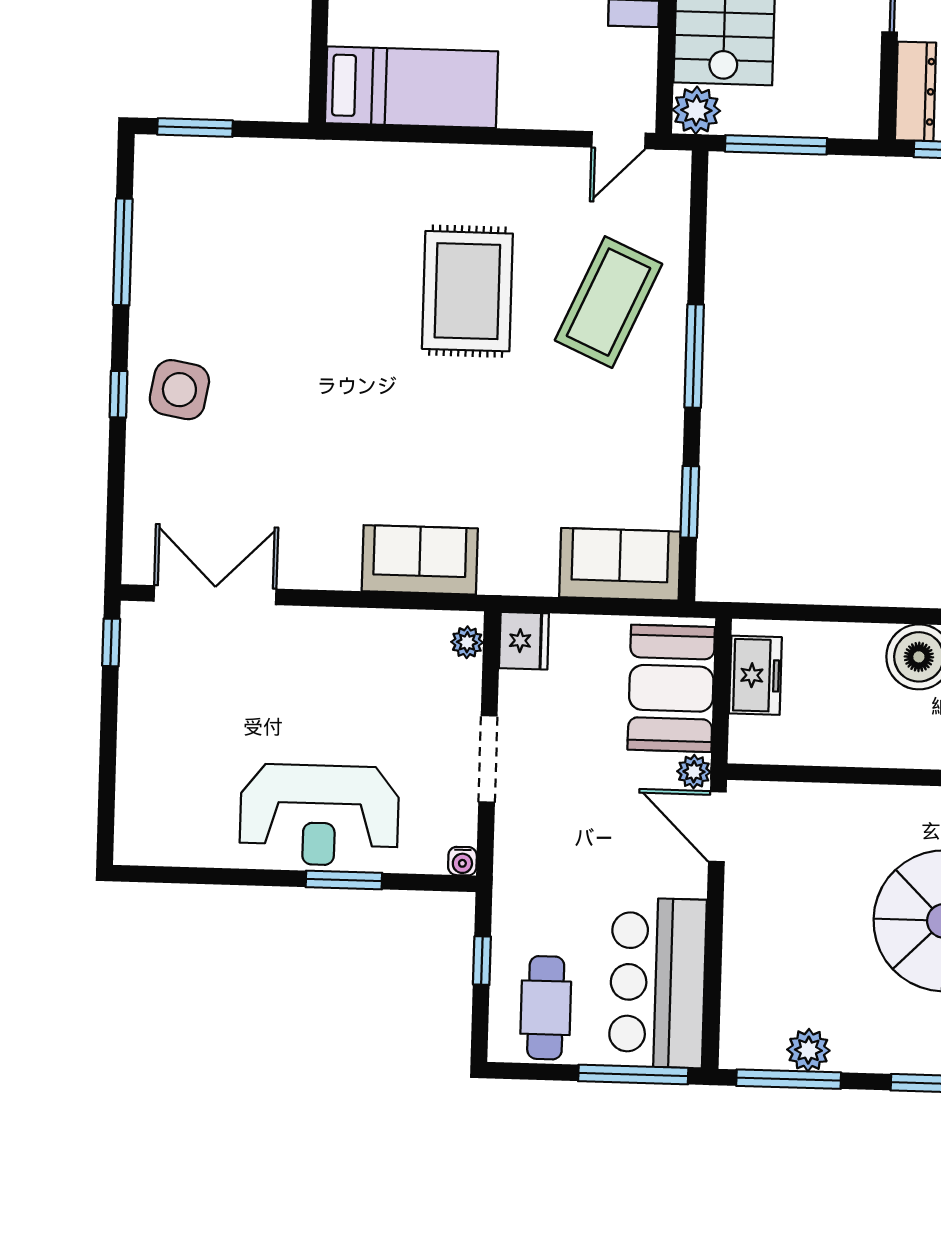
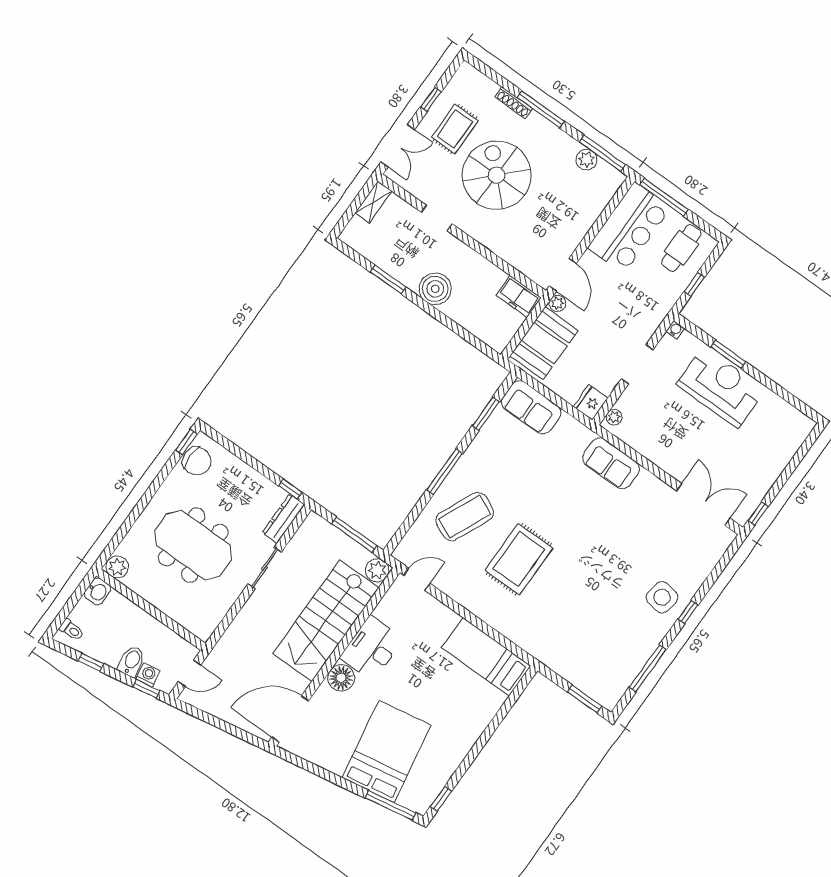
double door: (215, 595) -> (703, 504), swing flipped
freezer: (755, 675) -> (519, 296), moved, turned -90

